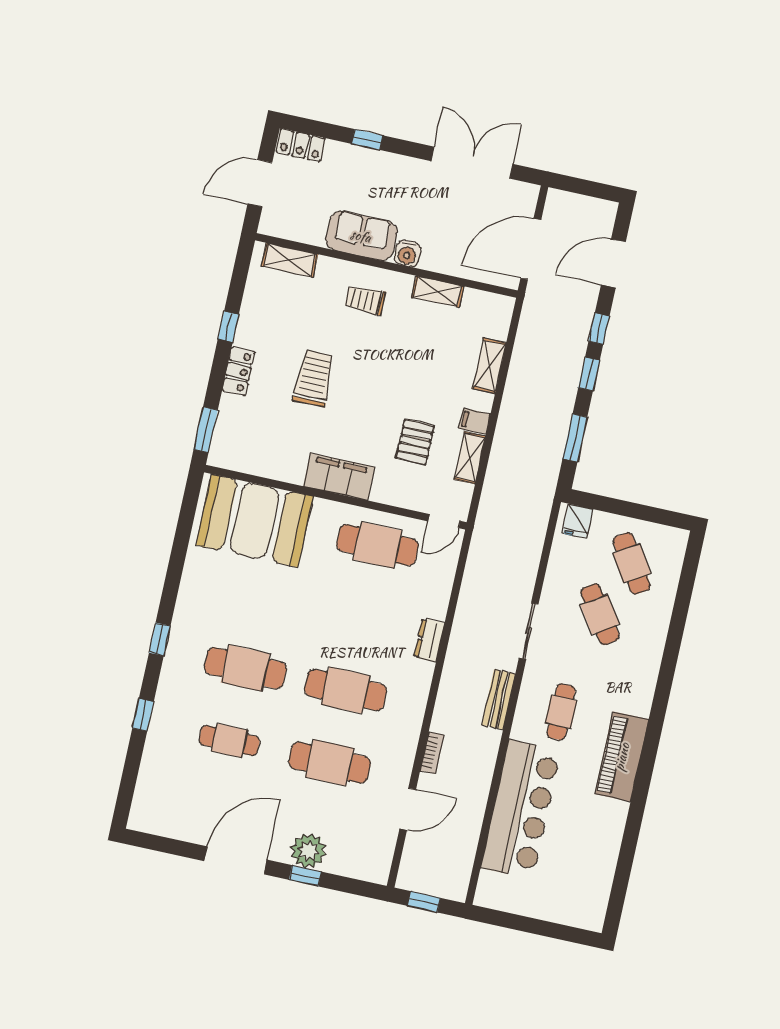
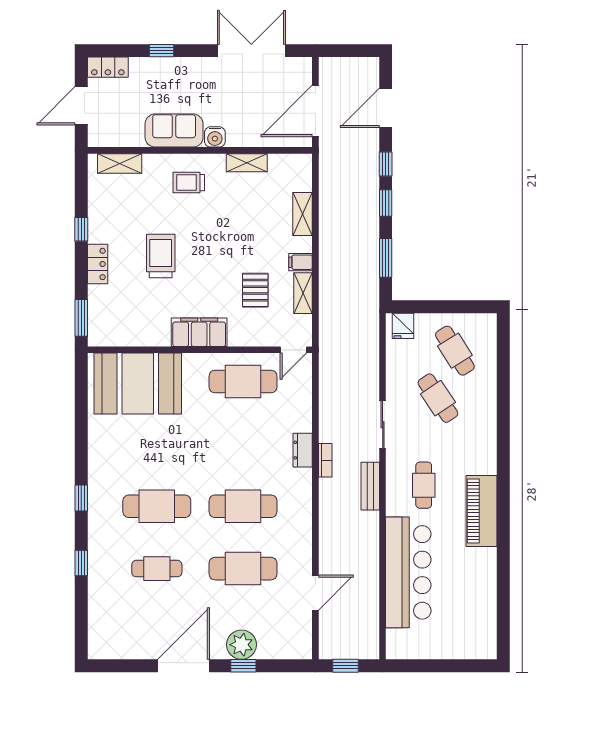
bookcase: (432, 753) -> (325, 460), moved

